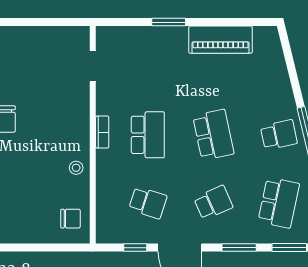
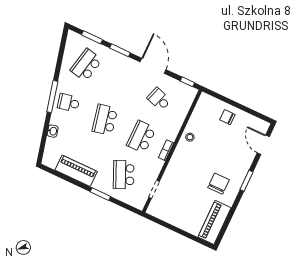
washbasin: (283, 82) -> (53, 131), added
school desk: (213, 203) -> (124, 175), moved, width x1.85
chair: (71, 219) -> (227, 117), moved
window: (135, 248) -> (187, 82), moved

